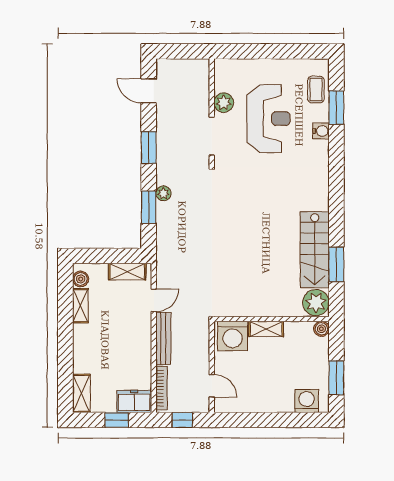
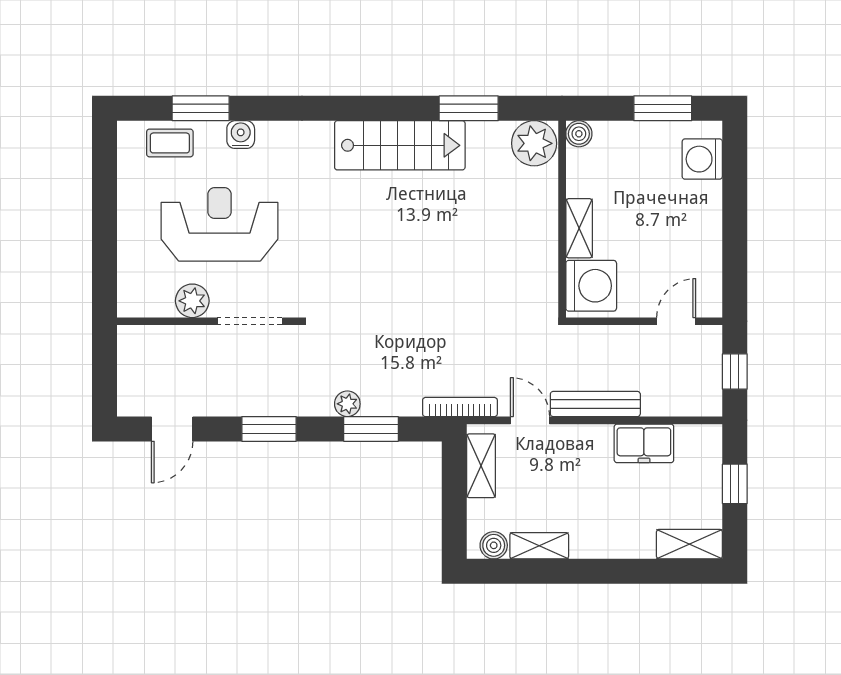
stairs: (315, 250) -> (400, 145), moved
bookcase: (162, 388) -> (460, 407), moved
freezer: (134, 401) -> (644, 443), moved, turned -90

